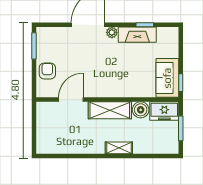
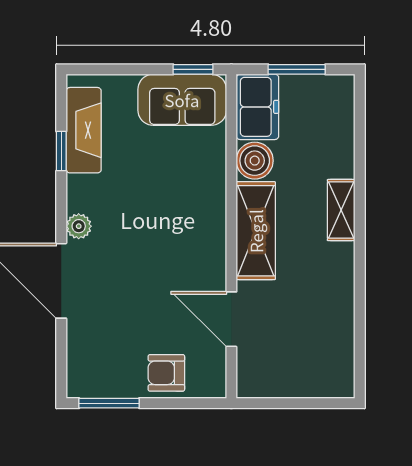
fireplace: (137, 35) -> (84, 130), moved

